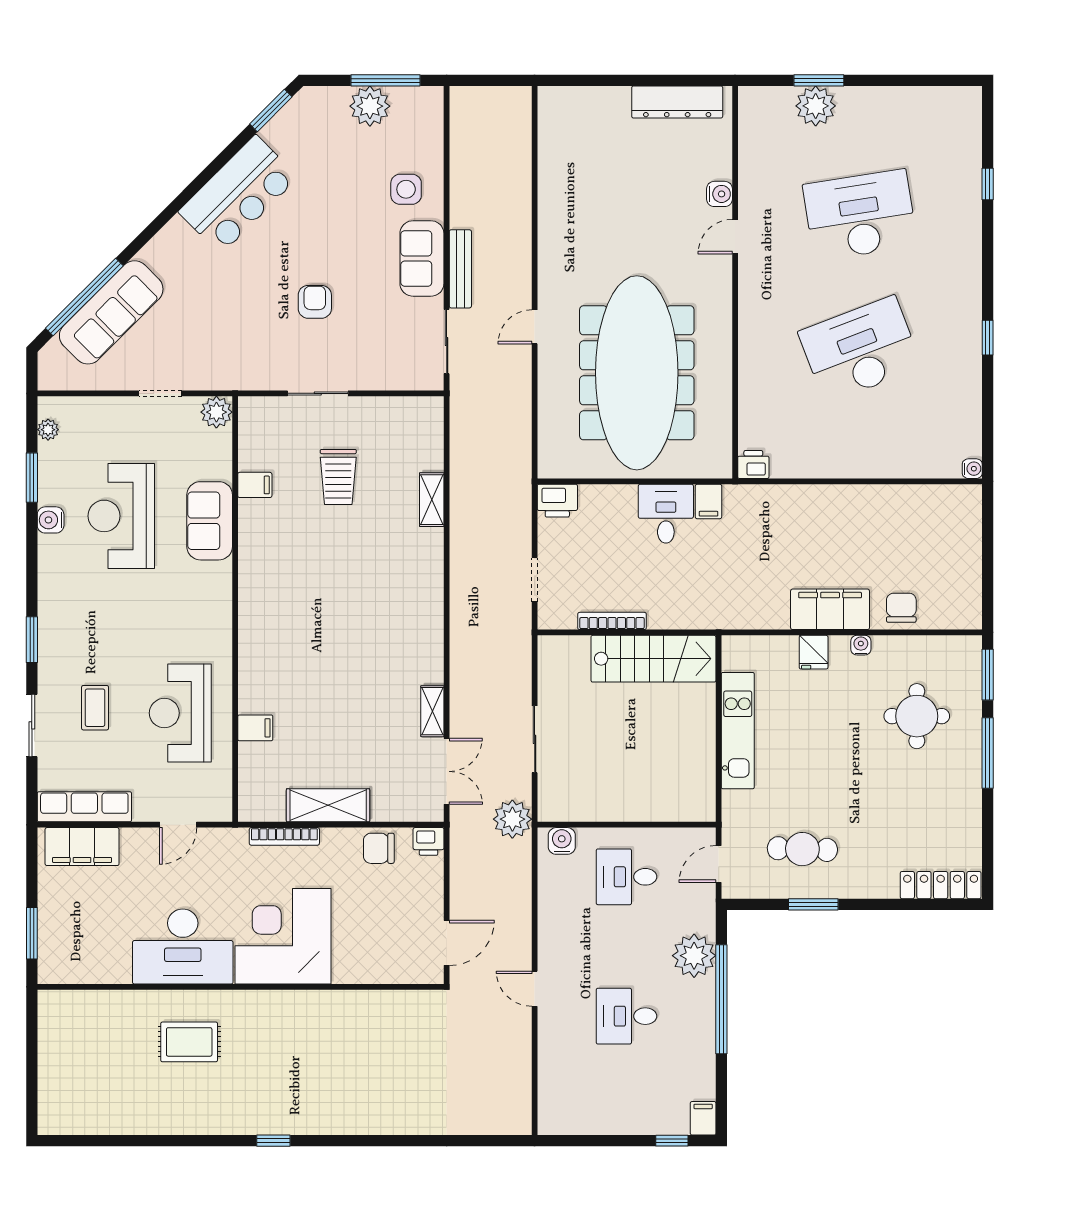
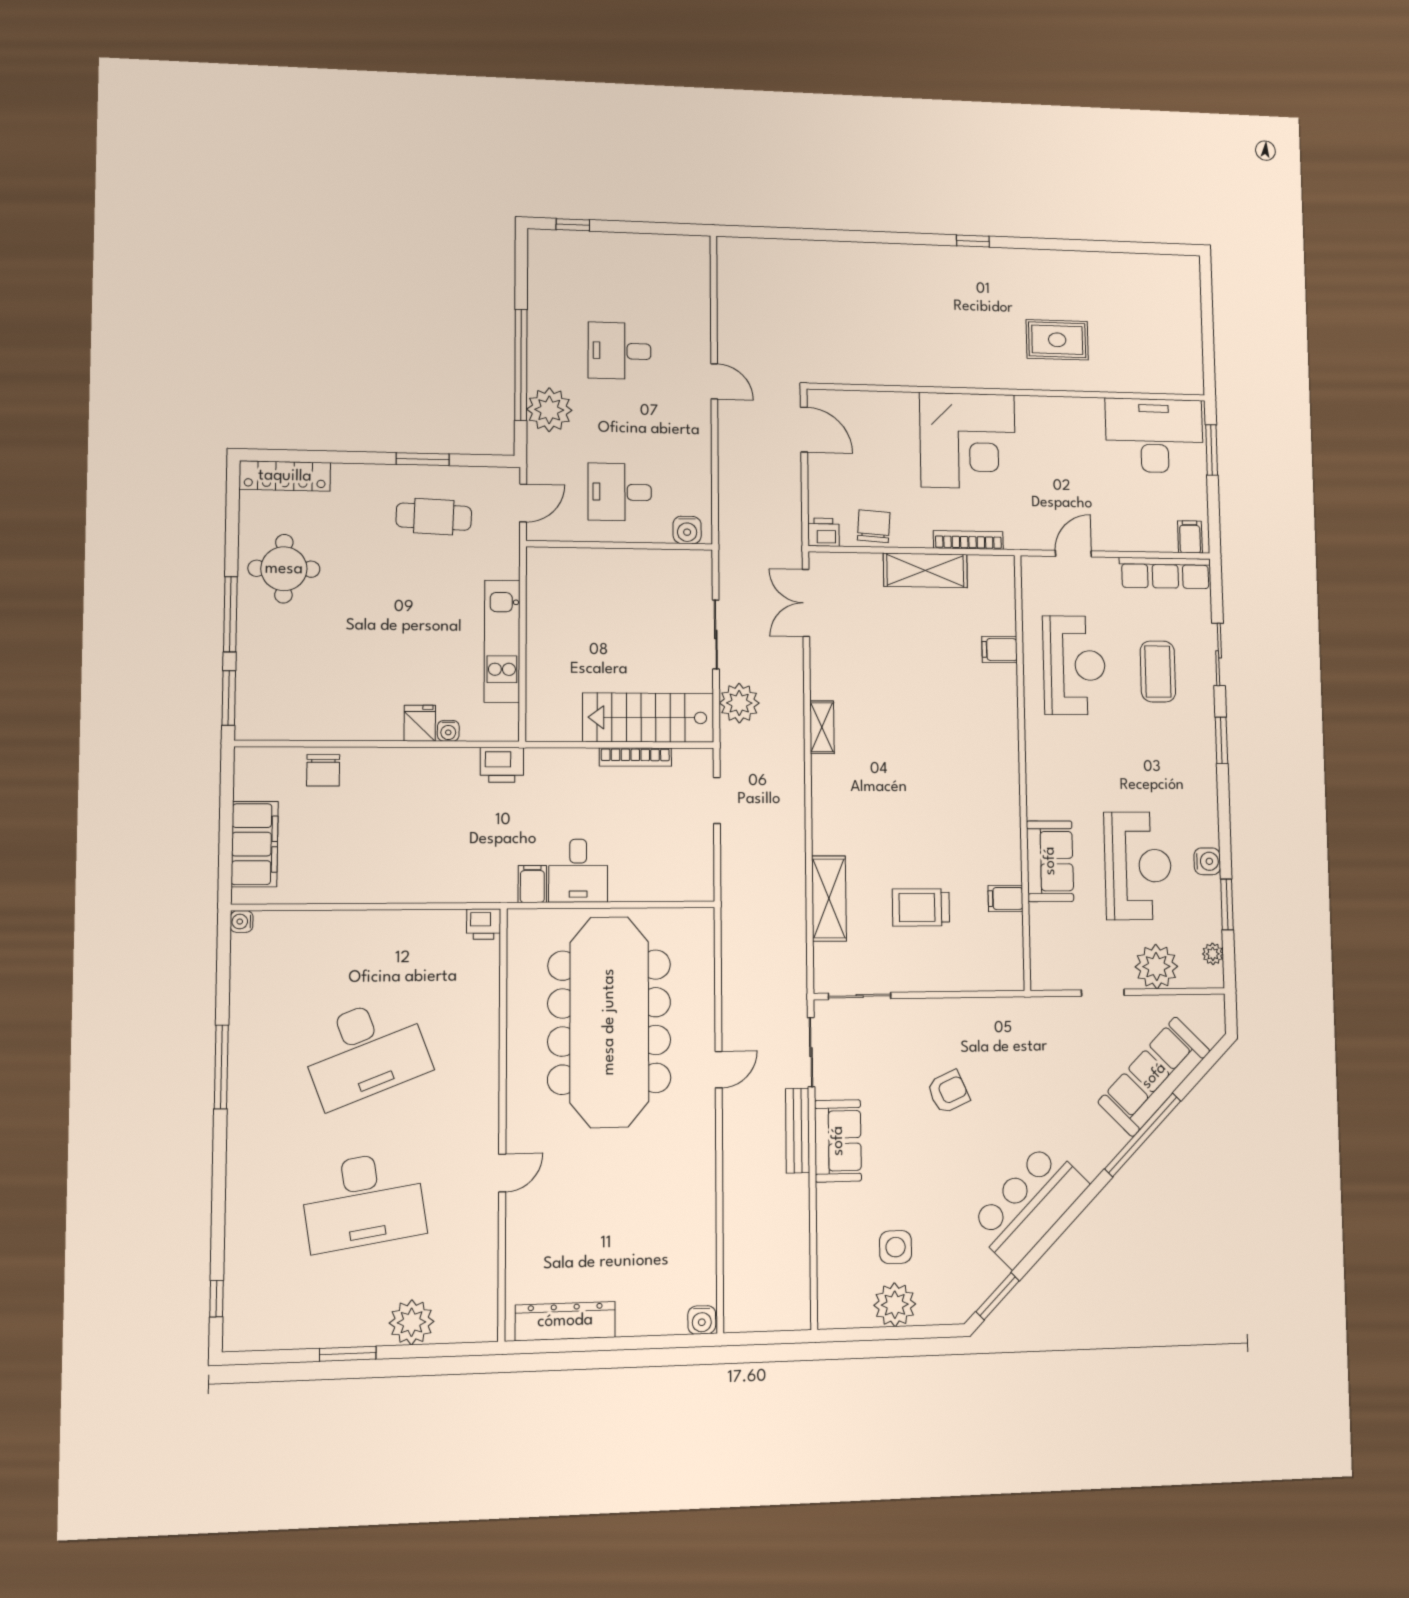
window: (385, 80) -> (879, 1334), removed
window: (819, 80) -> (348, 1354), moved
window: (988, 184) -> (216, 1299), moved
side table: (406, 189) -> (896, 1247), moved
water cooler: (720, 194) -> (702, 1320), moved, turned -90
window: (84, 297) -> (1143, 1135), moved
armchair: (315, 302) -> (948, 1092), turned -114
window: (988, 338) -> (221, 1067), width x2.17
sliding door: (318, 393) -> (860, 996), moved
plant: (216, 412) -> (1156, 967), moved, width x1.36, depth x1.36
trolley: (338, 477) -> (921, 907), turned -90
shelving: (432, 500) -> (829, 898), width x1.50, depth x1.33
printer: (557, 501) -> (502, 765), moved, turned 180
filing cabinet: (830, 609) -> (255, 844), moved, turned -90
water cooler: (861, 645) -> (448, 731), moved
stairs: (653, 659) -> (648, 718), moved
coffee table: (95, 708) -> (1158, 671), width x1.36, depth x1.30
shelving: (432, 711) -> (822, 727), moved
round table: (917, 716) -> (284, 569), moved
plant: (512, 819) -> (739, 703), moved
filing cabinet: (82, 847) -> (1190, 537), width x0.33, depth x0.86
chair: (379, 848) -> (874, 526), turned -86
desk: (627, 877) -> (620, 492), turned 180
door: (447, 943) -> (804, 430), swing flipped
desk: (183, 946) -> (1154, 436), moved
desk: (627, 1016) -> (620, 351), turned 180
filing cabinet: (703, 1118) -> (540, 246), removed

